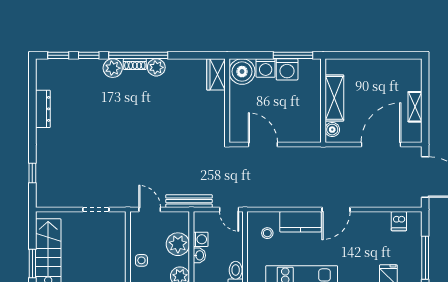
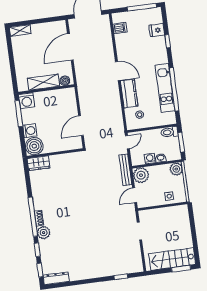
plant: (156, 67) -> (39, 204), removed
washing machine: (287, 69) -> (27, 101), moved, turned 90
shelving: (415, 107) -> (20, 30), moved
dresser: (43, 109) -> (56, 278), moved
door: (381, 144) -> (70, 47), hinge flipped
plant: (178, 244) -> (141, 175), moved

